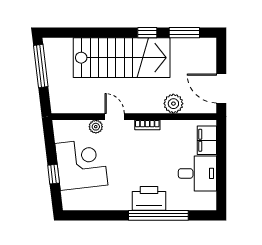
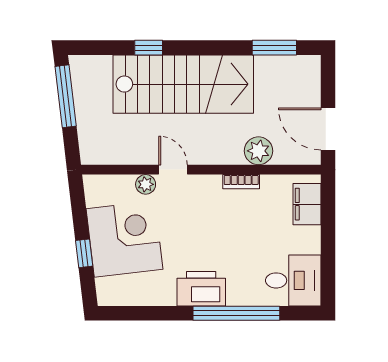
window: (147, 33) -> (149, 48), moved
bookcase: (147, 125) -> (241, 182), moved
desk: (197, 173) -> (293, 280), moved
printer: (149, 198) -> (201, 289), moved

